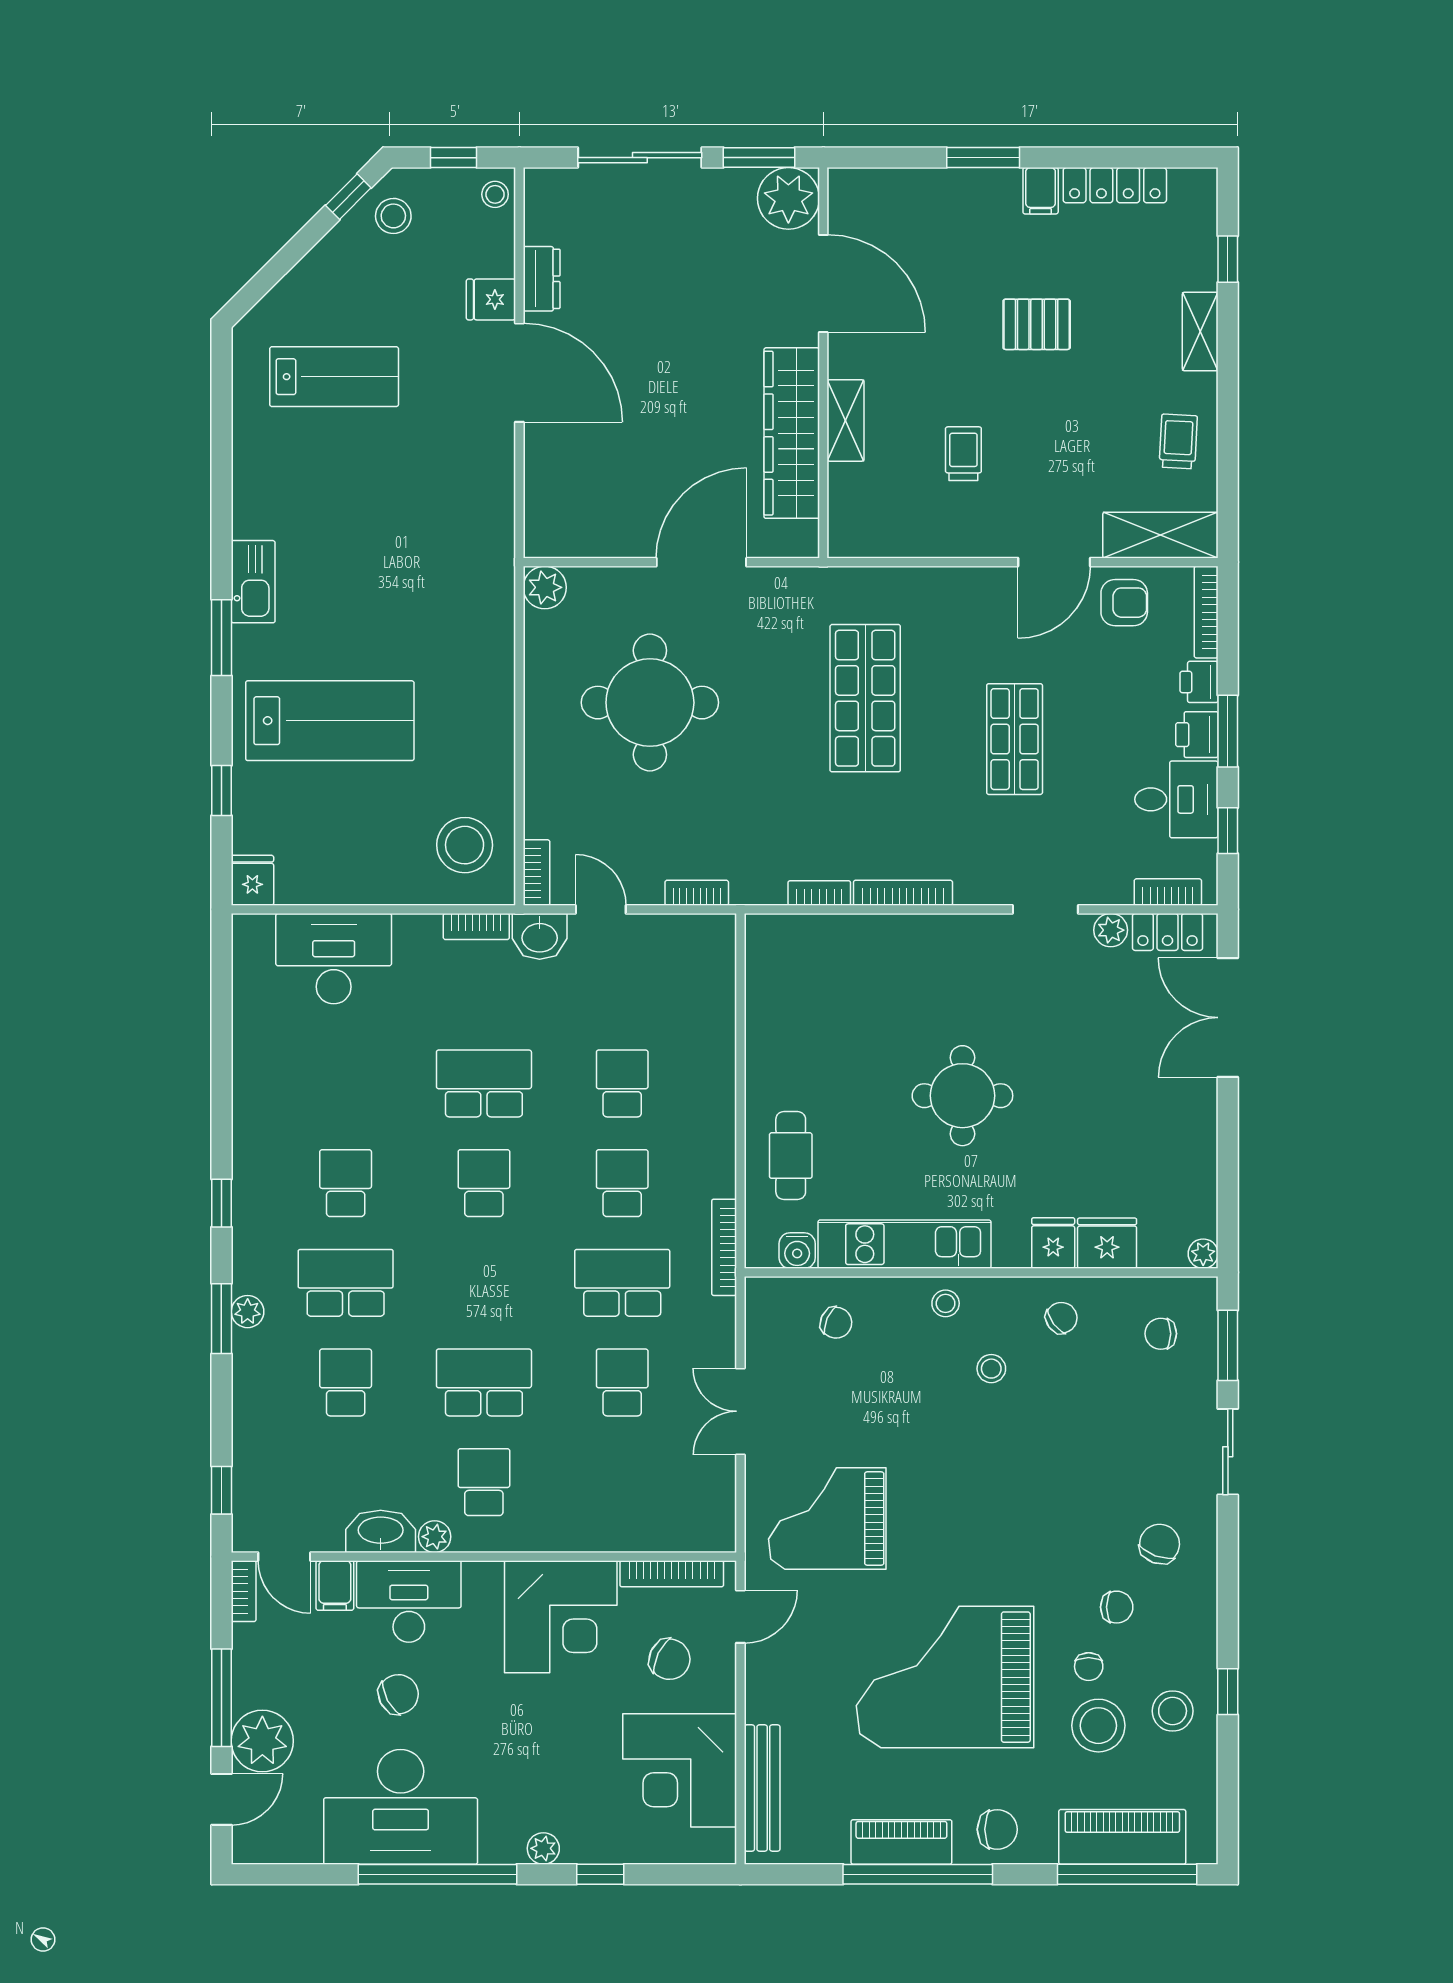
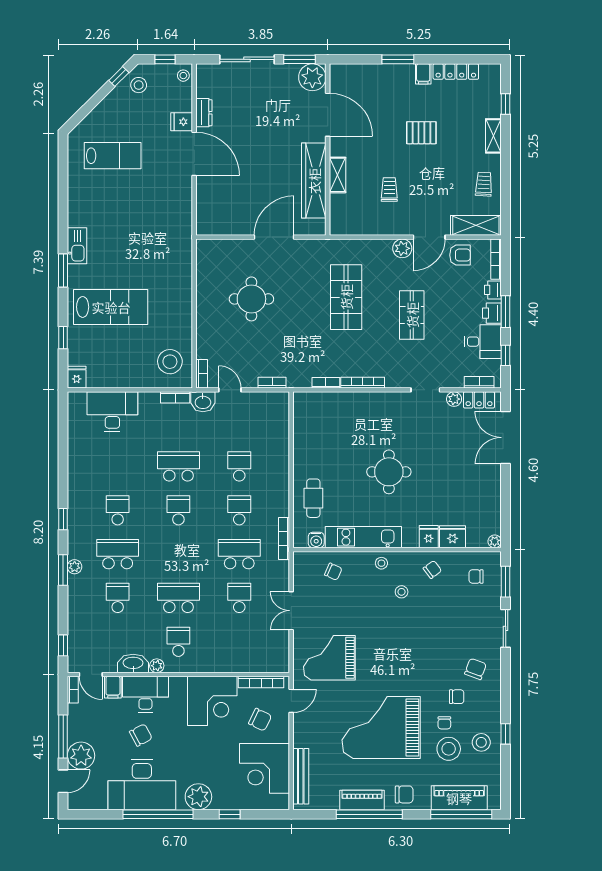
plant: (545, 587) -> (402, 248), moved
round table: (650, 703) -> (251, 299), width x0.73, depth x0.73
plant: (543, 1848) -> (198, 797), width x1.87, depth x1.87

